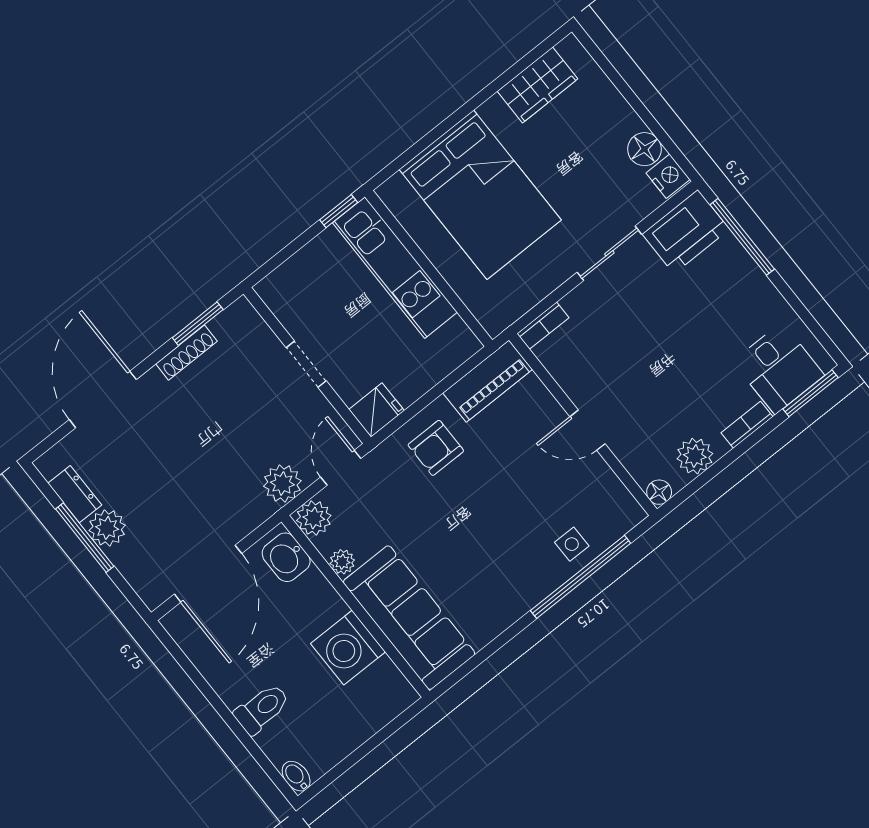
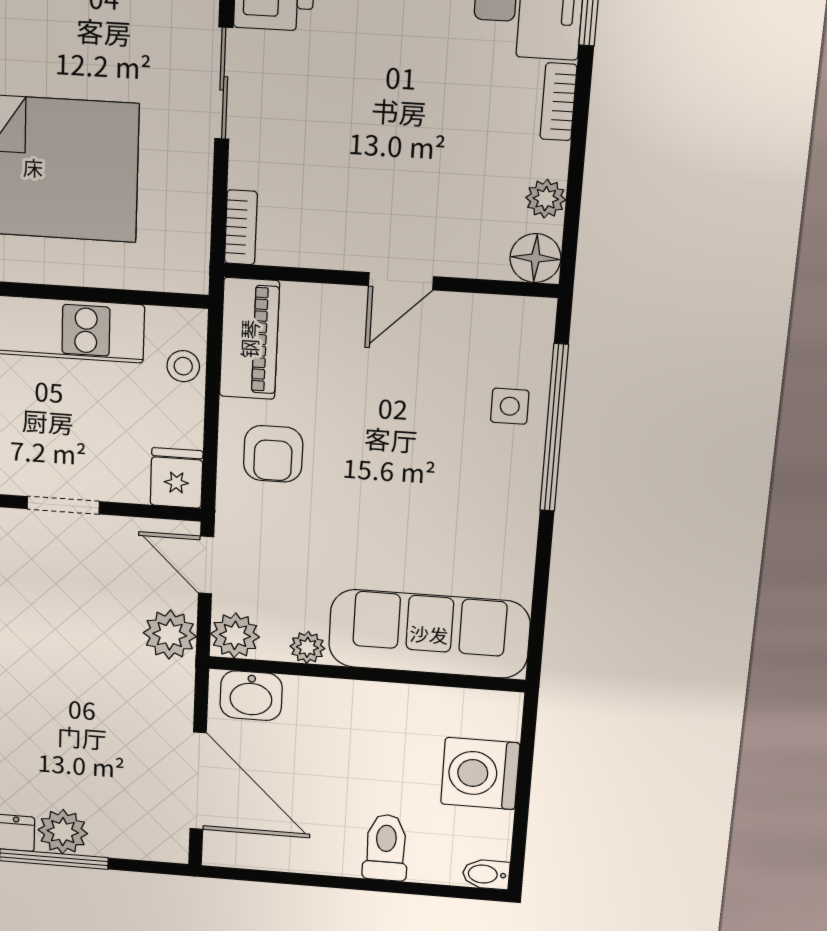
stool: (442, 360) -> (183, 366), added
plant: (695, 456) -> (546, 199), width x0.73, depth x0.73
floor lamp: (659, 492) -> (535, 258), width x1.37, depth x1.37
washing machine: (348, 648) -> (480, 774), moved, turned 90

